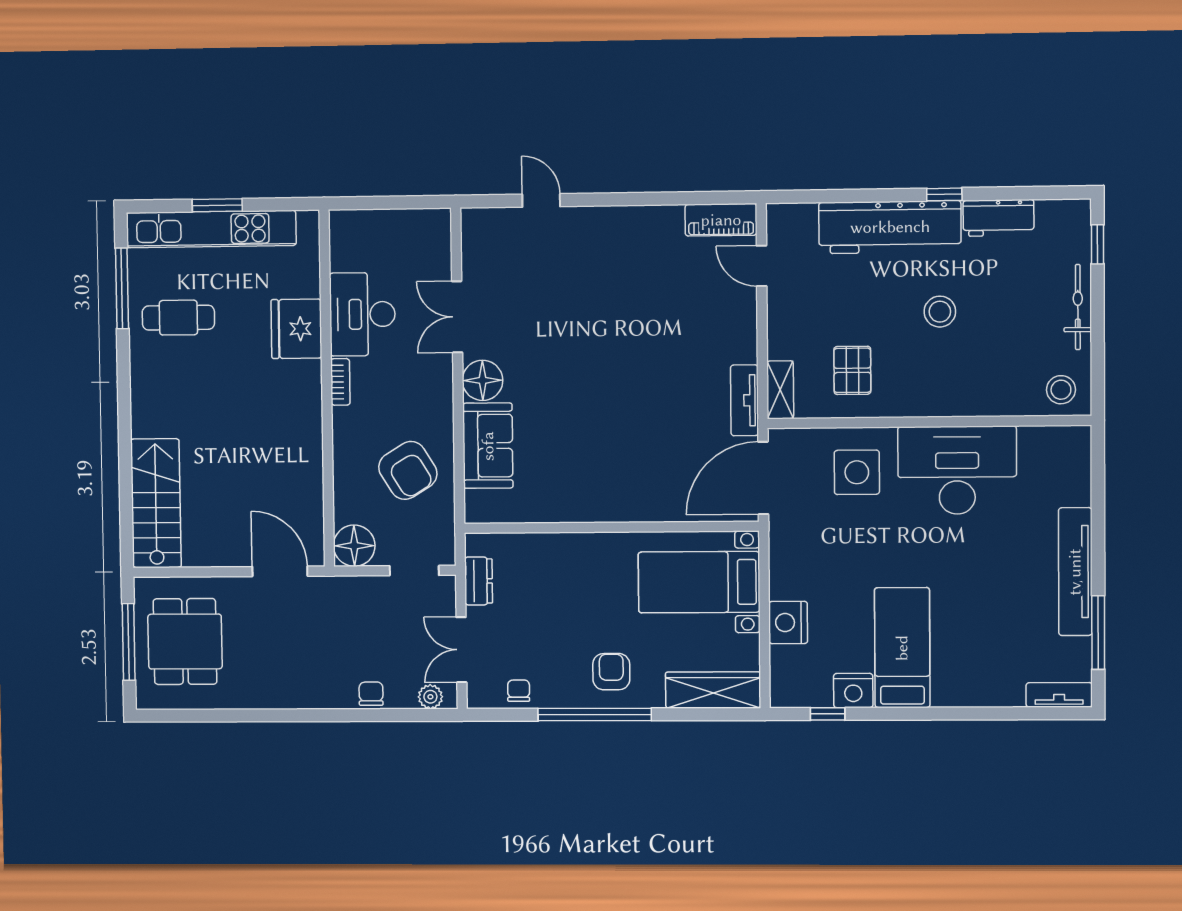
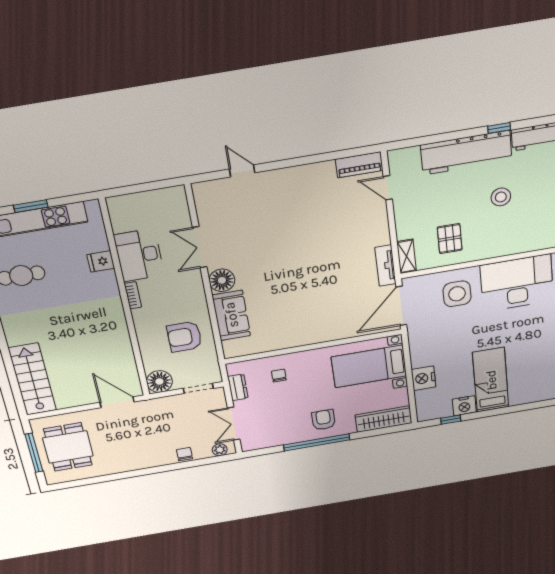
fridge: (296, 329) -> (101, 261), width x0.53, depth x0.75
armchair: (408, 470) -> (184, 337), turned 122
chair: (519, 691) -> (279, 376), moved

